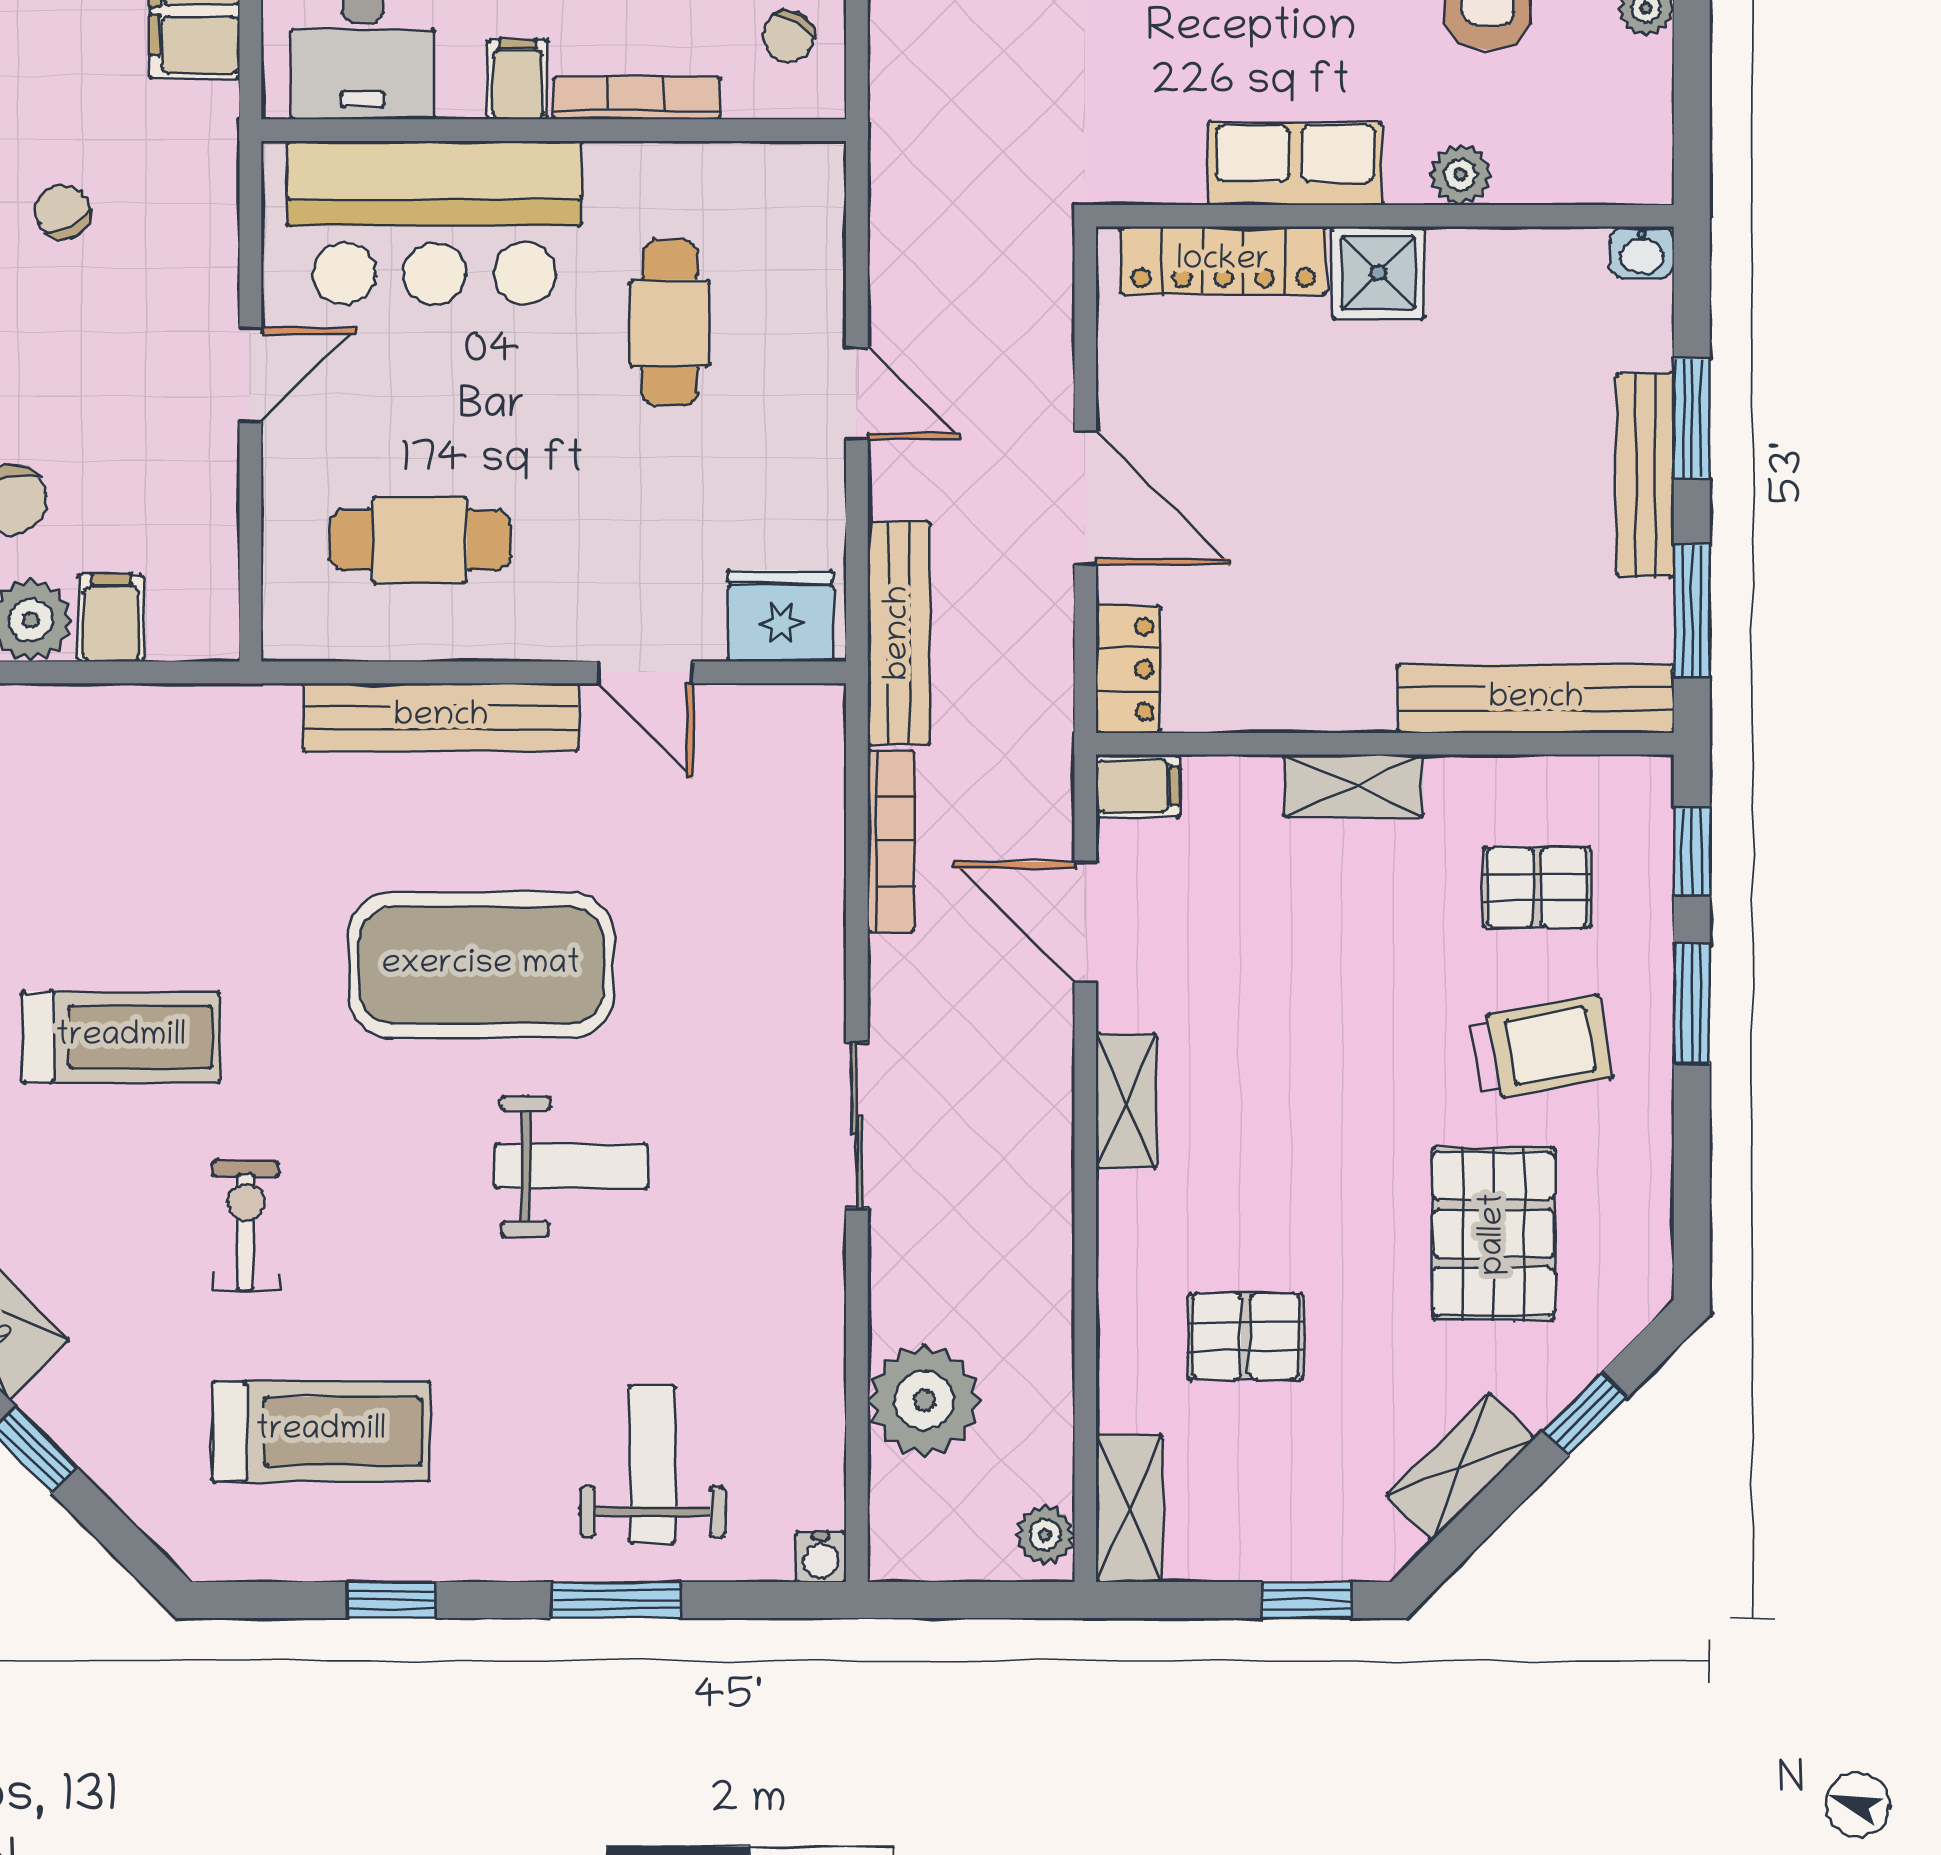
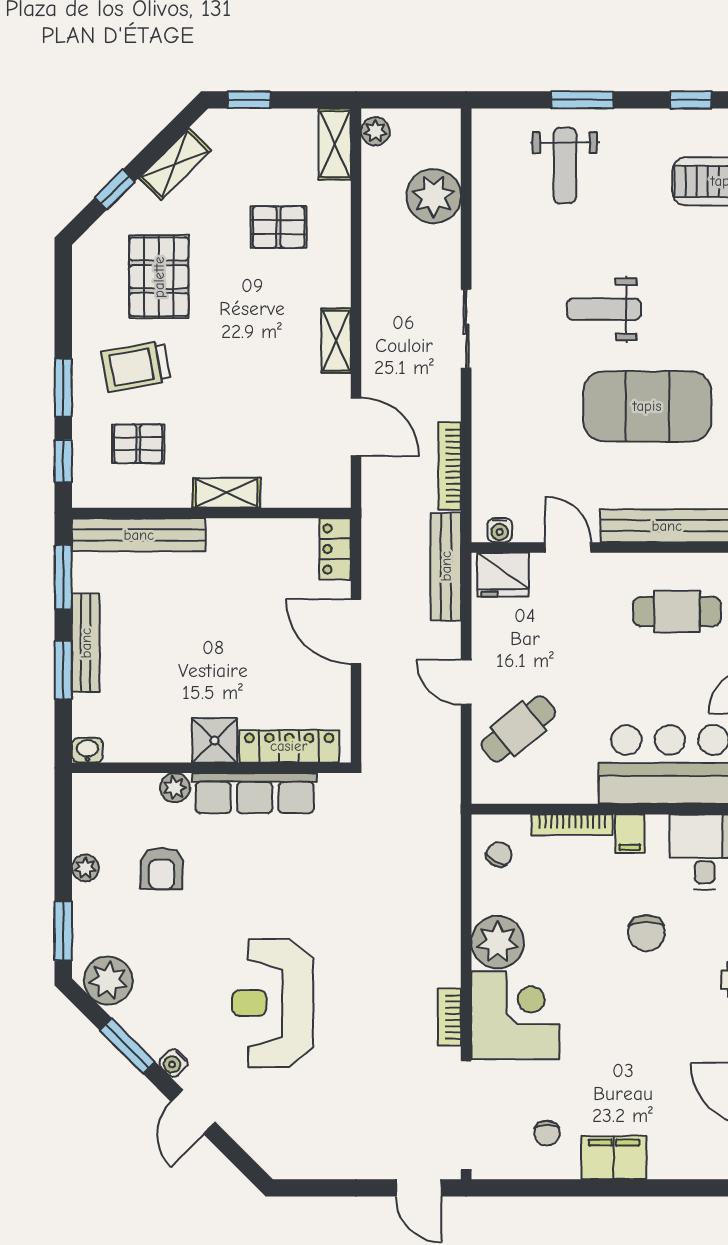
row of seats: (1295, 163) -> (255, 793), width x1.48
cafe table: (670, 323) -> (518, 729), moved, turned 51
filing cabinet: (1138, 786) -> (330, 493), removed
water cooler: (821, 1557) -> (500, 530), moved, turned 180

